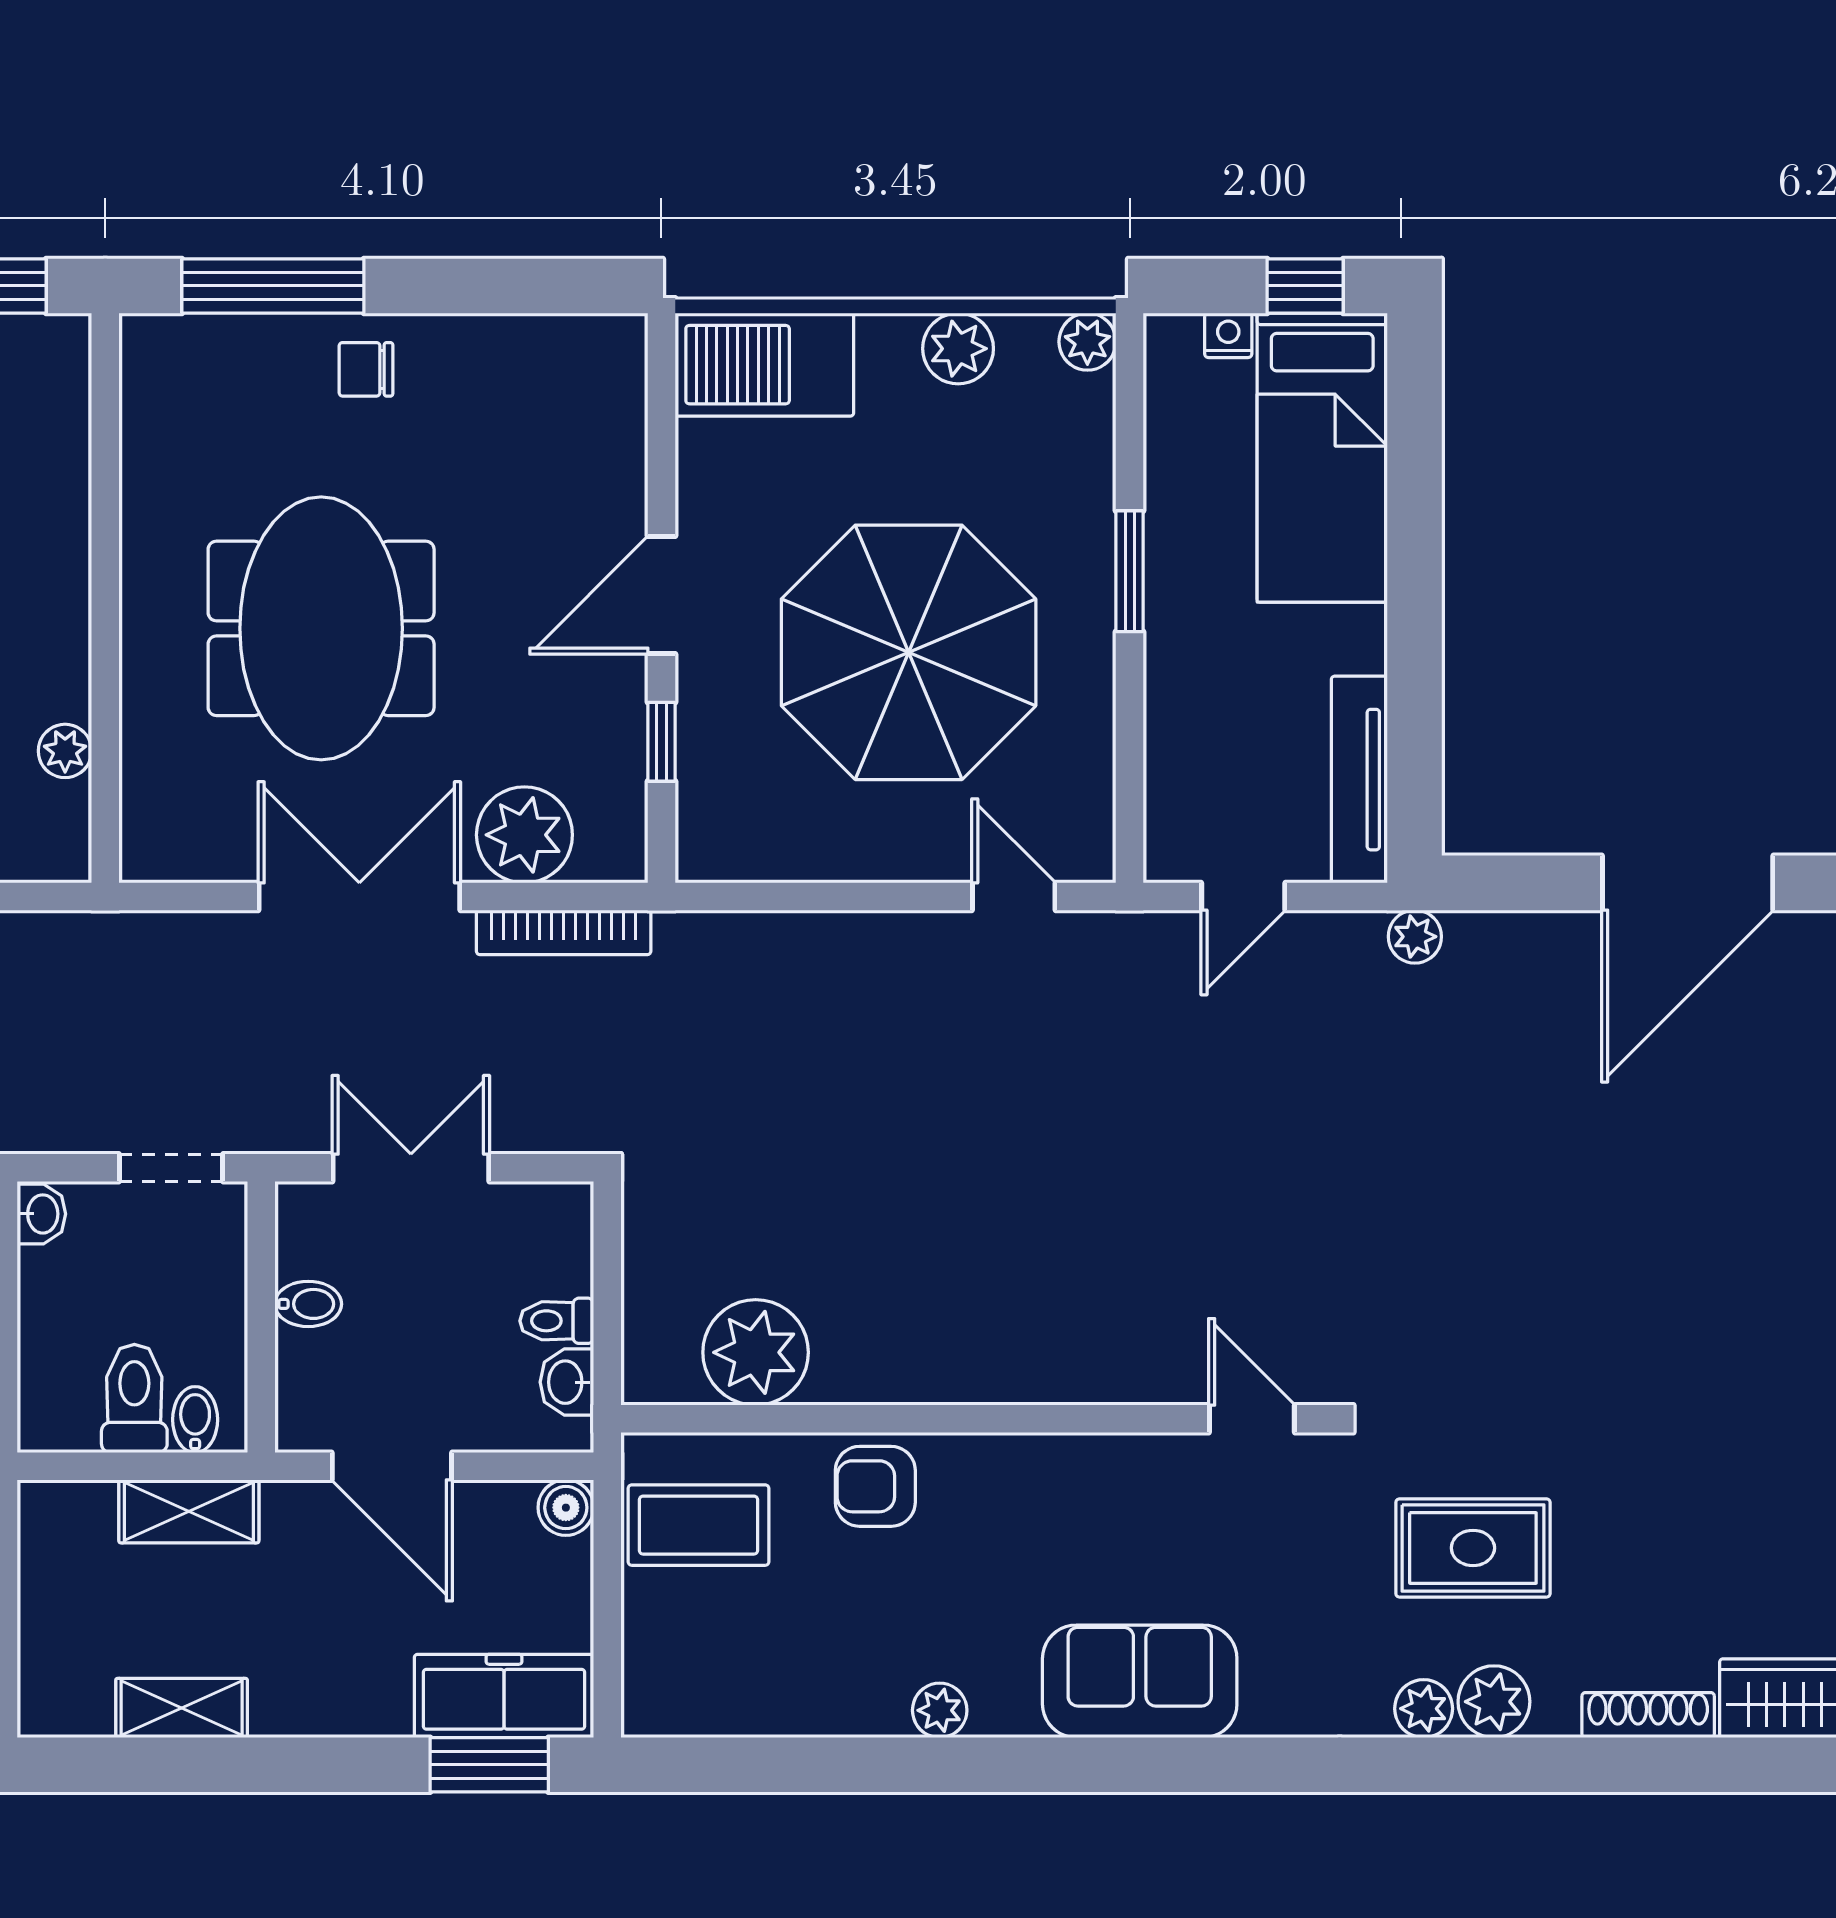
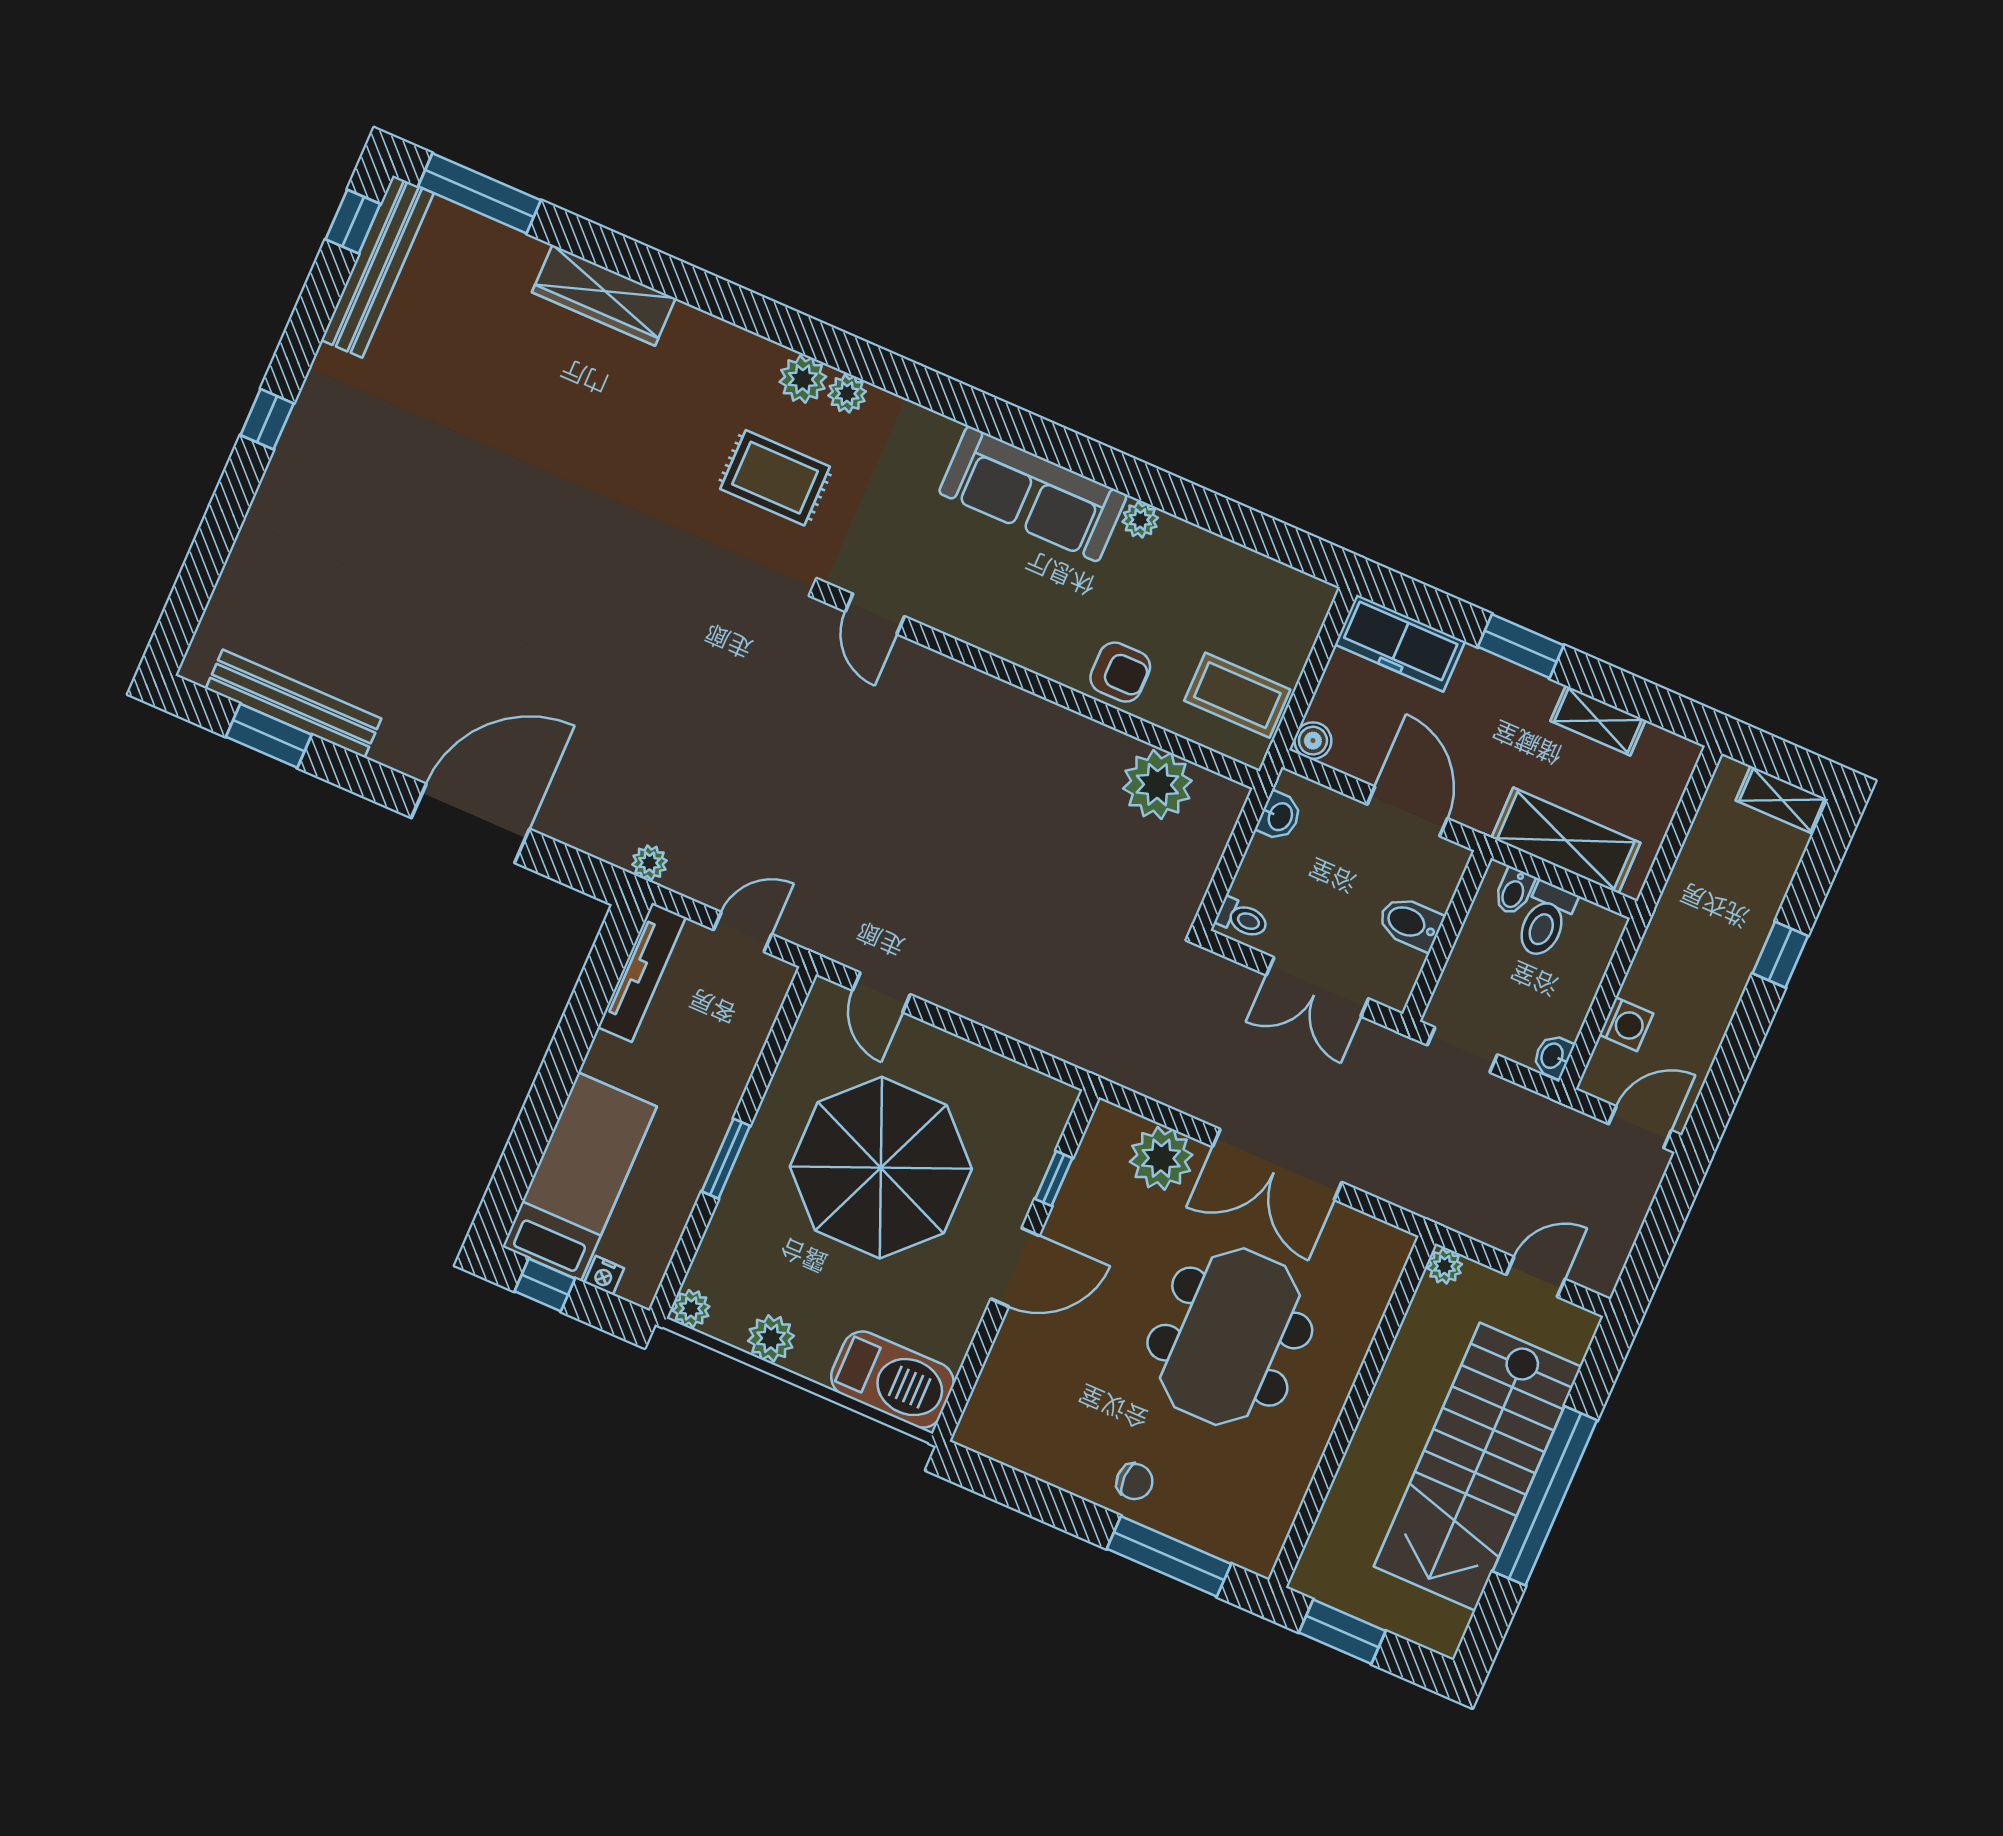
plant: (65, 751) -> (1445, 1266), moved
bookcase: (564, 932) -> (1163, 1089), removed
bidet: (308, 1304) -> (1410, 923), width x1.38, depth x1.36
toilet: (557, 1321) -> (1242, 918), moved
shelving: (189, 1511) -> (1566, 840), width x1.50, depth x1.33
sofa: (1140, 1681) -> (1033, 494), width x1.36
shoe rack: (1648, 1715) -> (713, 331), removed
window: (489, 1765) -> (1521, 646), moved

